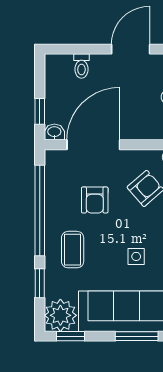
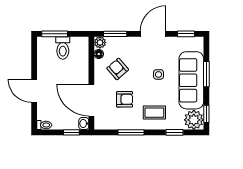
door: (131, 49) -> (34, 91), moved
toilet: (81, 66) -> (44, 125), moved
window: (40, 211) -> (131, 132), width x0.47

